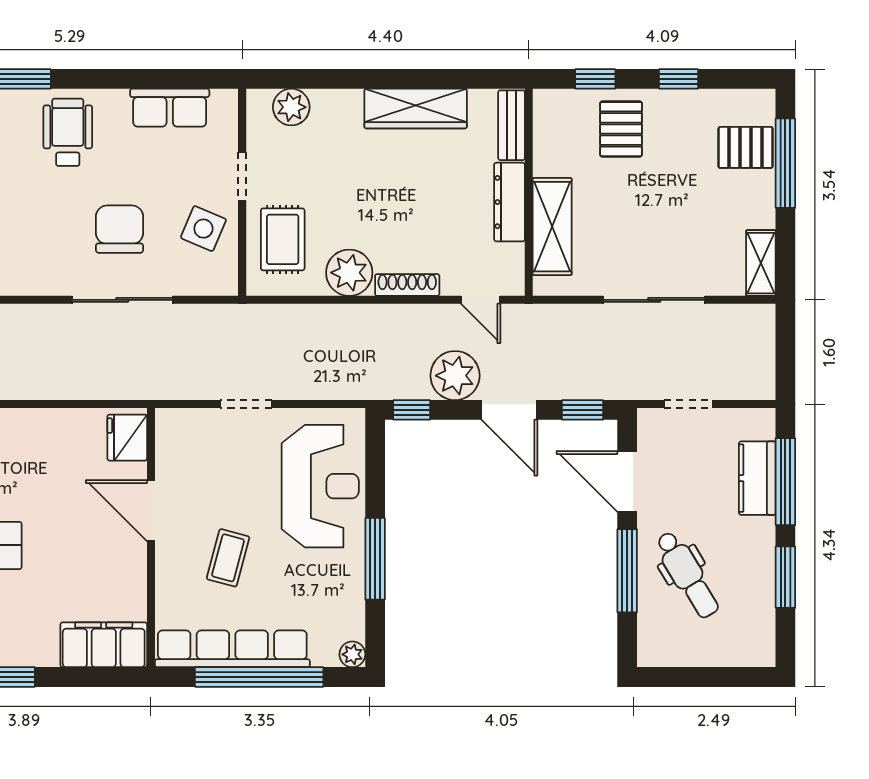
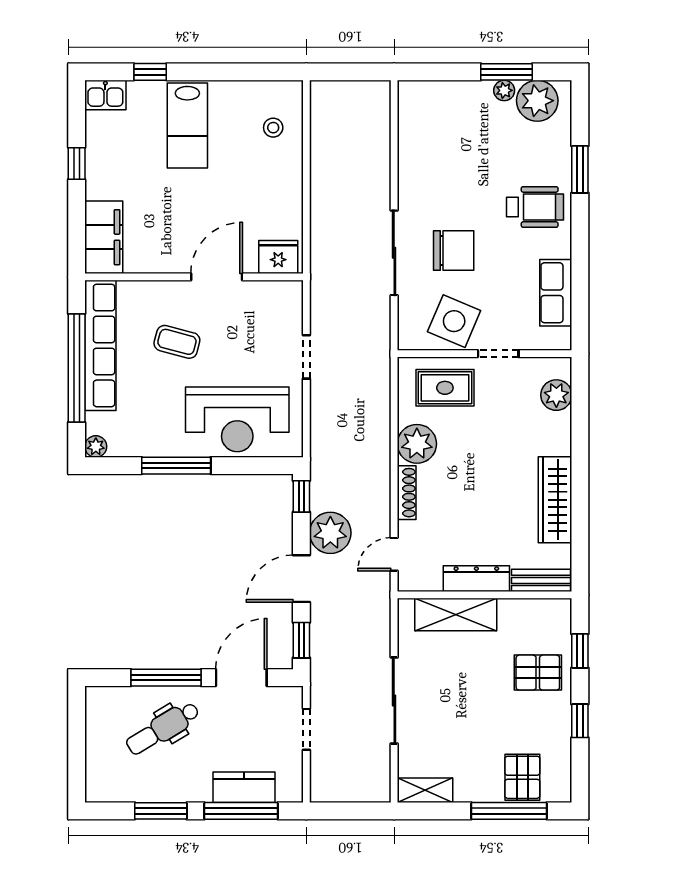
side table: (203, 229) -> (454, 321), width x1.37, depth x1.37

